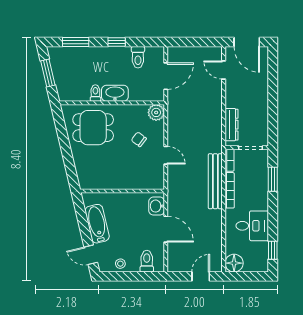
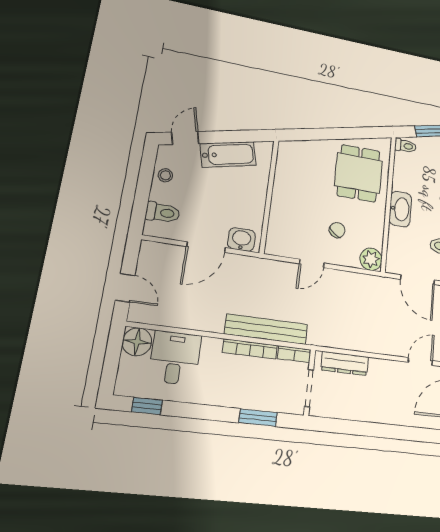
toilet: (95, 93) -> (405, 146), moved
desk: (252, 226) -> (175, 358), moved, turned 180

